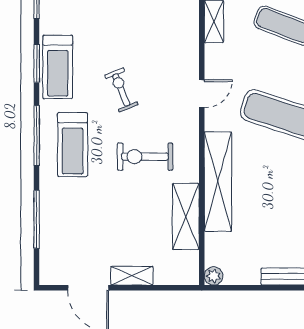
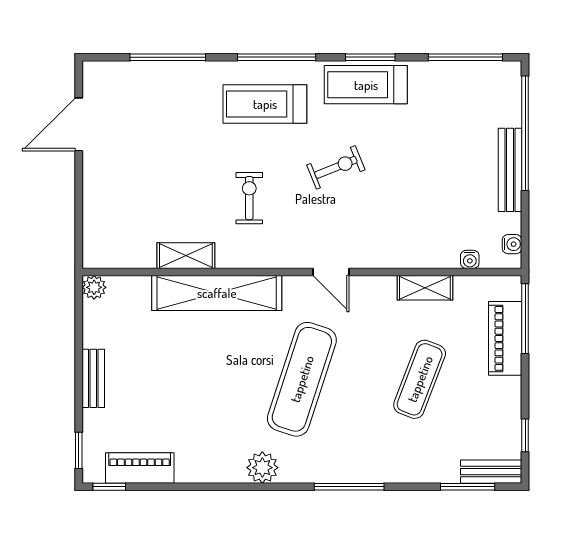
exercise bike: (145, 157) -> (249, 198), width x0.73, depth x0.72
shelving: (186, 216) -> (186, 256), width x0.67, depth x0.75
shelving: (132, 276) -> (94, 181), removed

